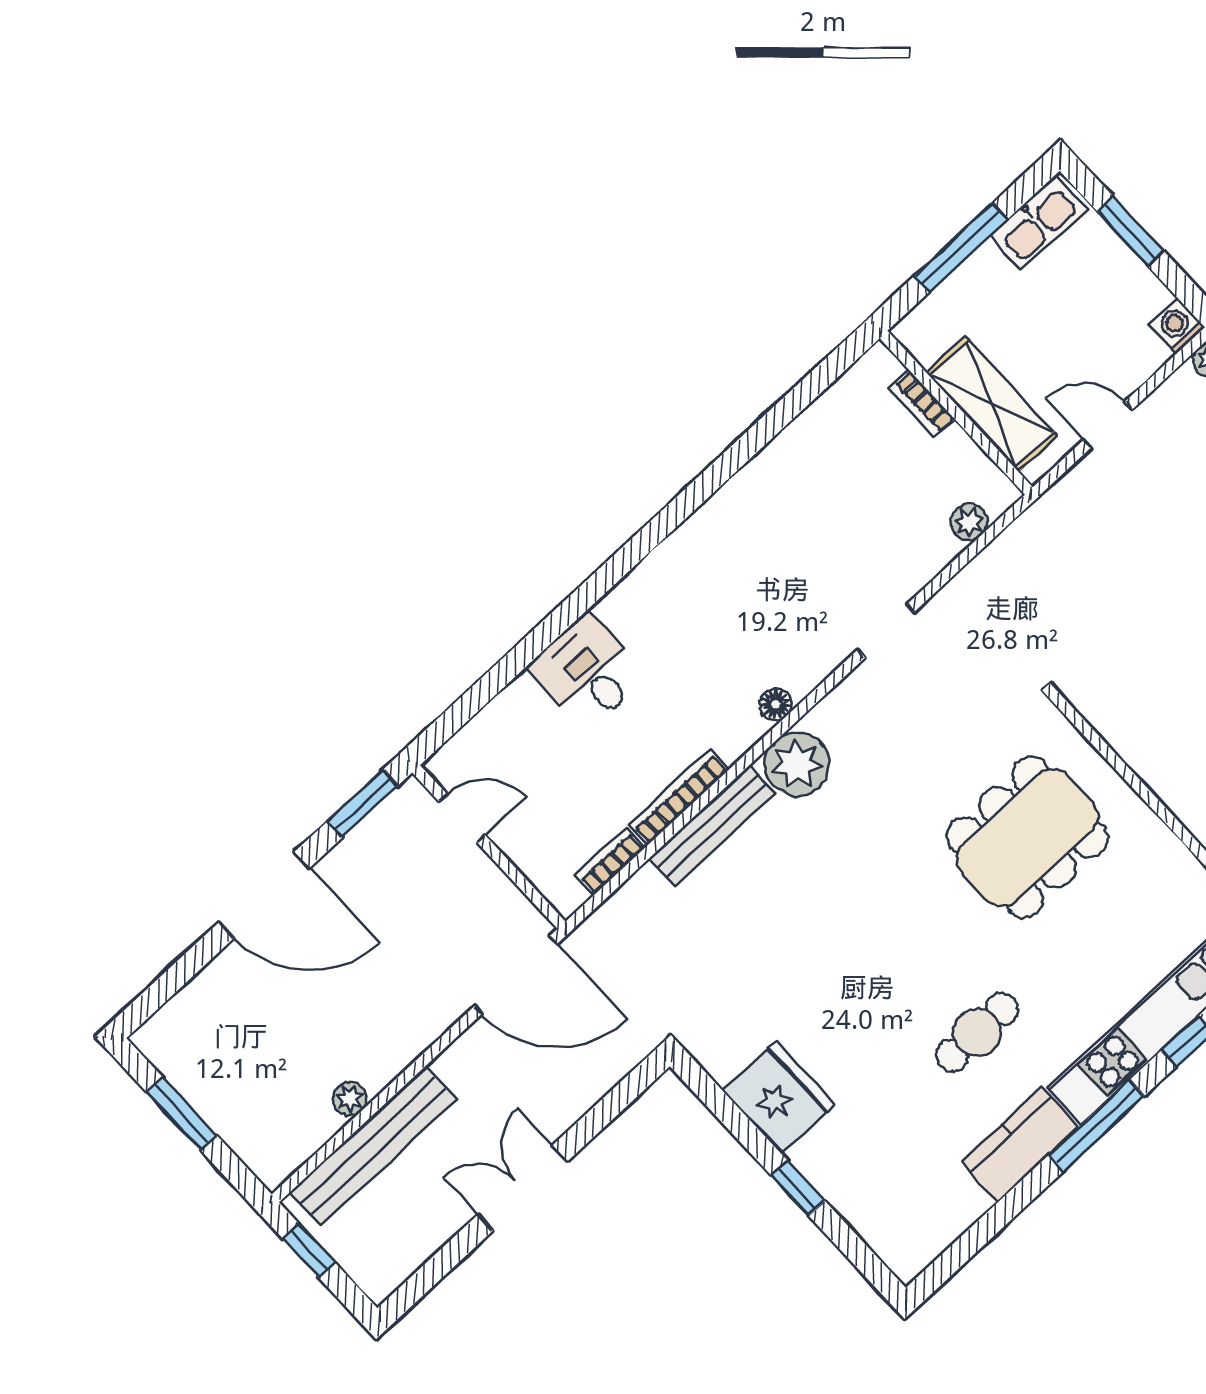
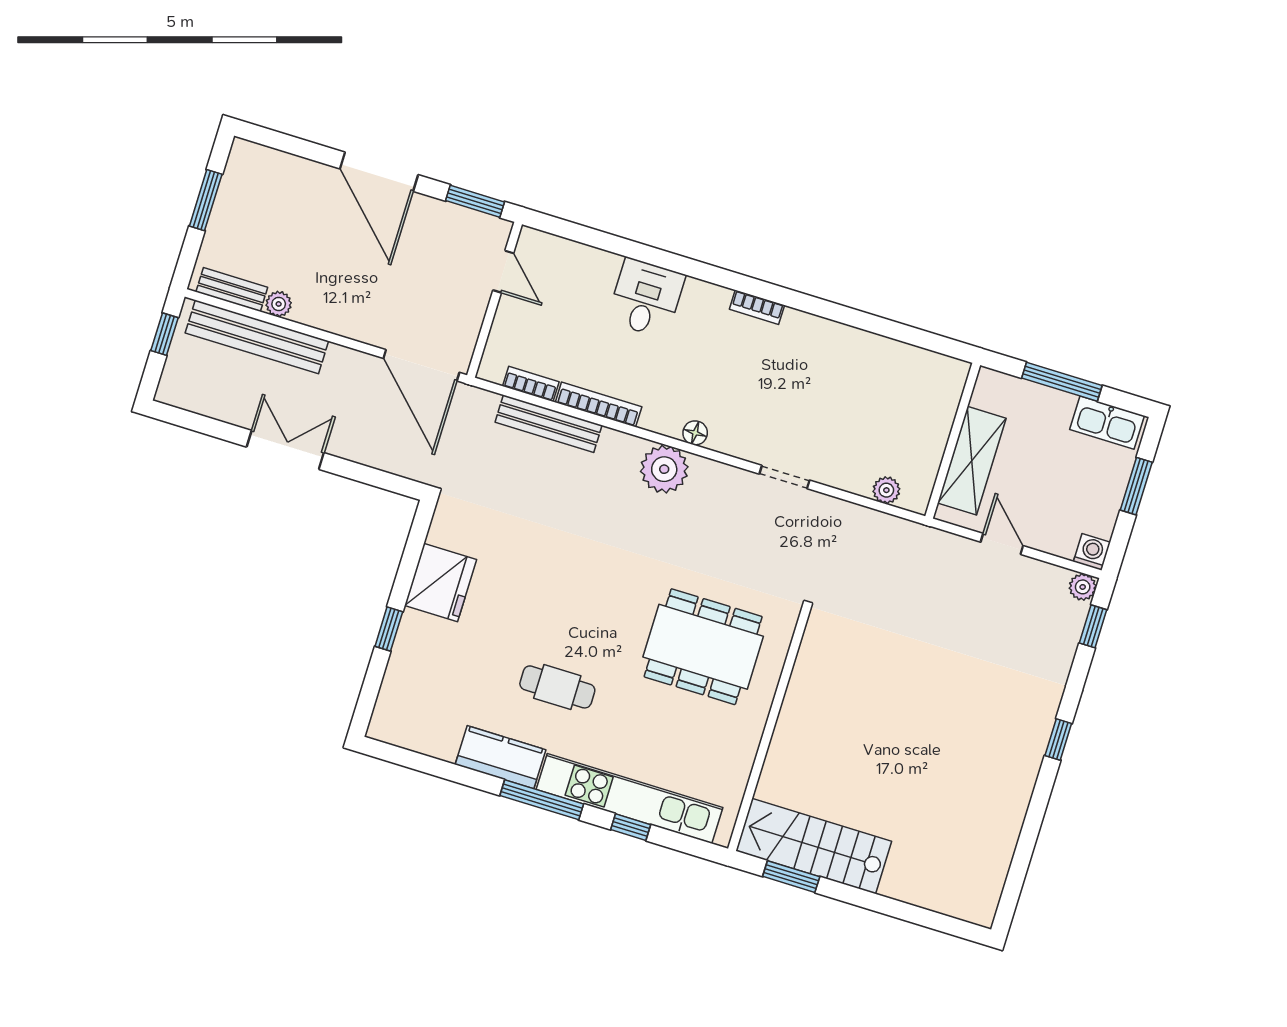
bookcase: (922, 404) -> (757, 307), moved, turned -90
bench: (712, 826) -> (549, 424), moved
bench: (302, 1143) -> (232, 290), added

